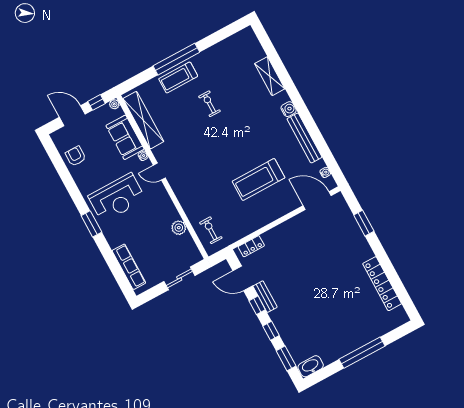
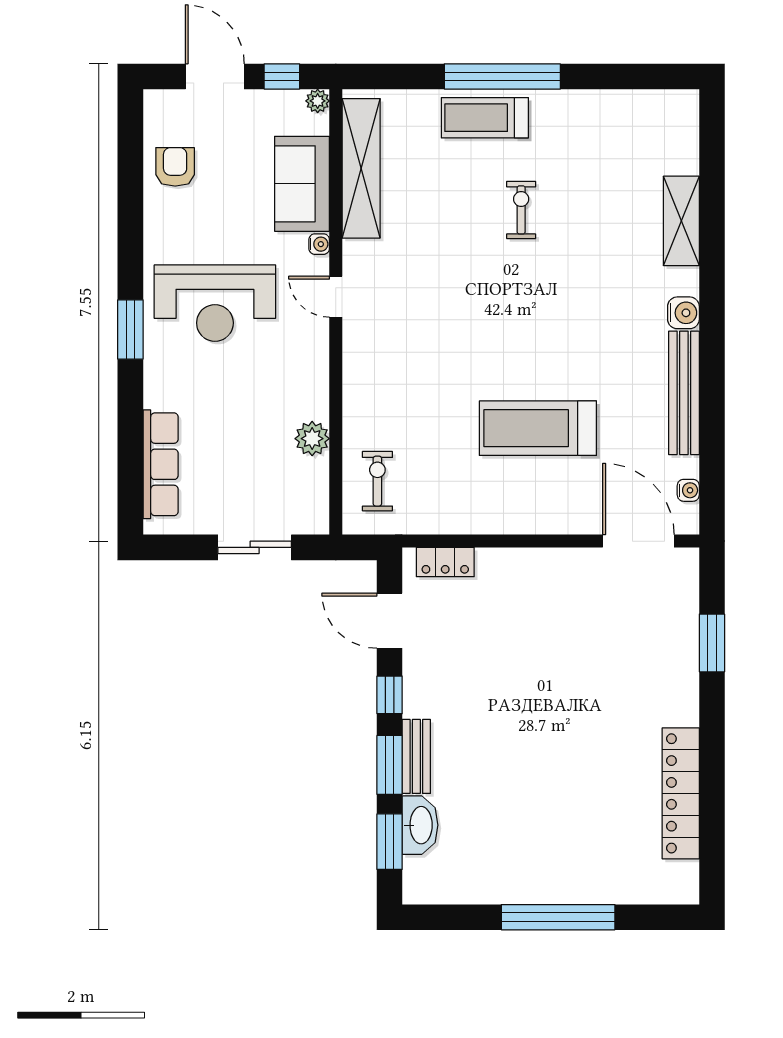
bench: (265, 297) -> (416, 756), moved
window: (271, 331) -> (390, 765), width x1.50
washbasin: (311, 366) -> (420, 825), moved, turned 90

